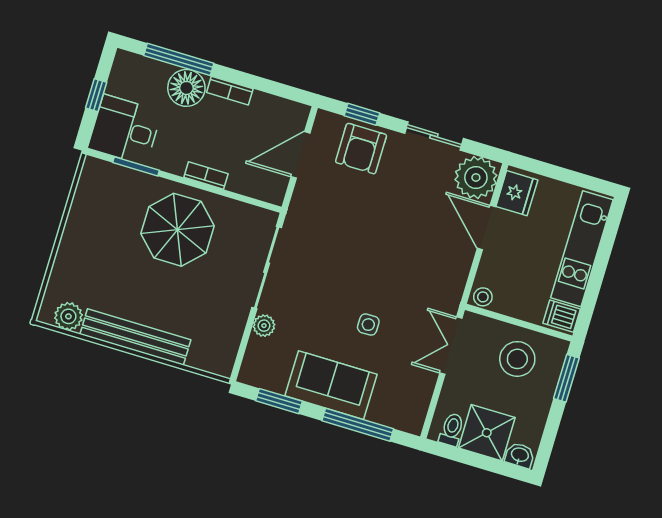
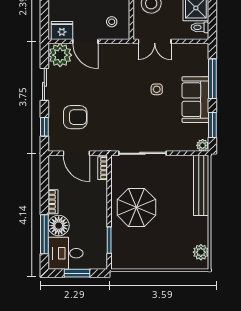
window: (96, 95) -> (77, 273), width x1.50
desk: (125, 130) -> (66, 253), moved, turned 90
armchair: (361, 149) -> (75, 117), moved
bookcase: (206, 175) -> (103, 168), moved
door: (486, 228) -> (85, 41), hinge flipped
stool: (483, 297) -> (112, 22), moved
plant: (264, 326) -> (203, 145), moved
bench: (135, 337) -> (201, 185), moved

